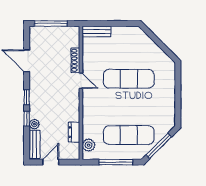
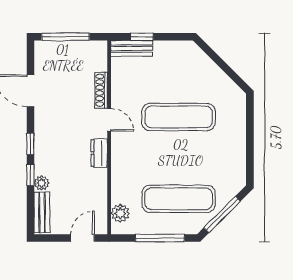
window: (103, 23) -> (142, 37), added
dresser: (74, 132) -> (99, 153), moved
door: (51, 162) -> (83, 238), moved

